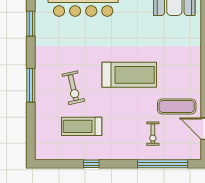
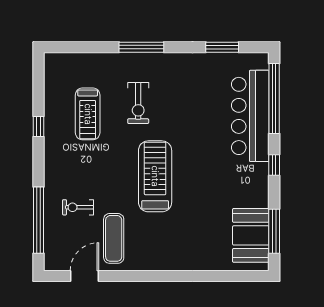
treadmill: (129, 75) -> (155, 176), turned 180
exercise bike: (73, 88) -> (138, 103), turned -77
treadmill: (82, 126) -> (88, 114), turned 180

